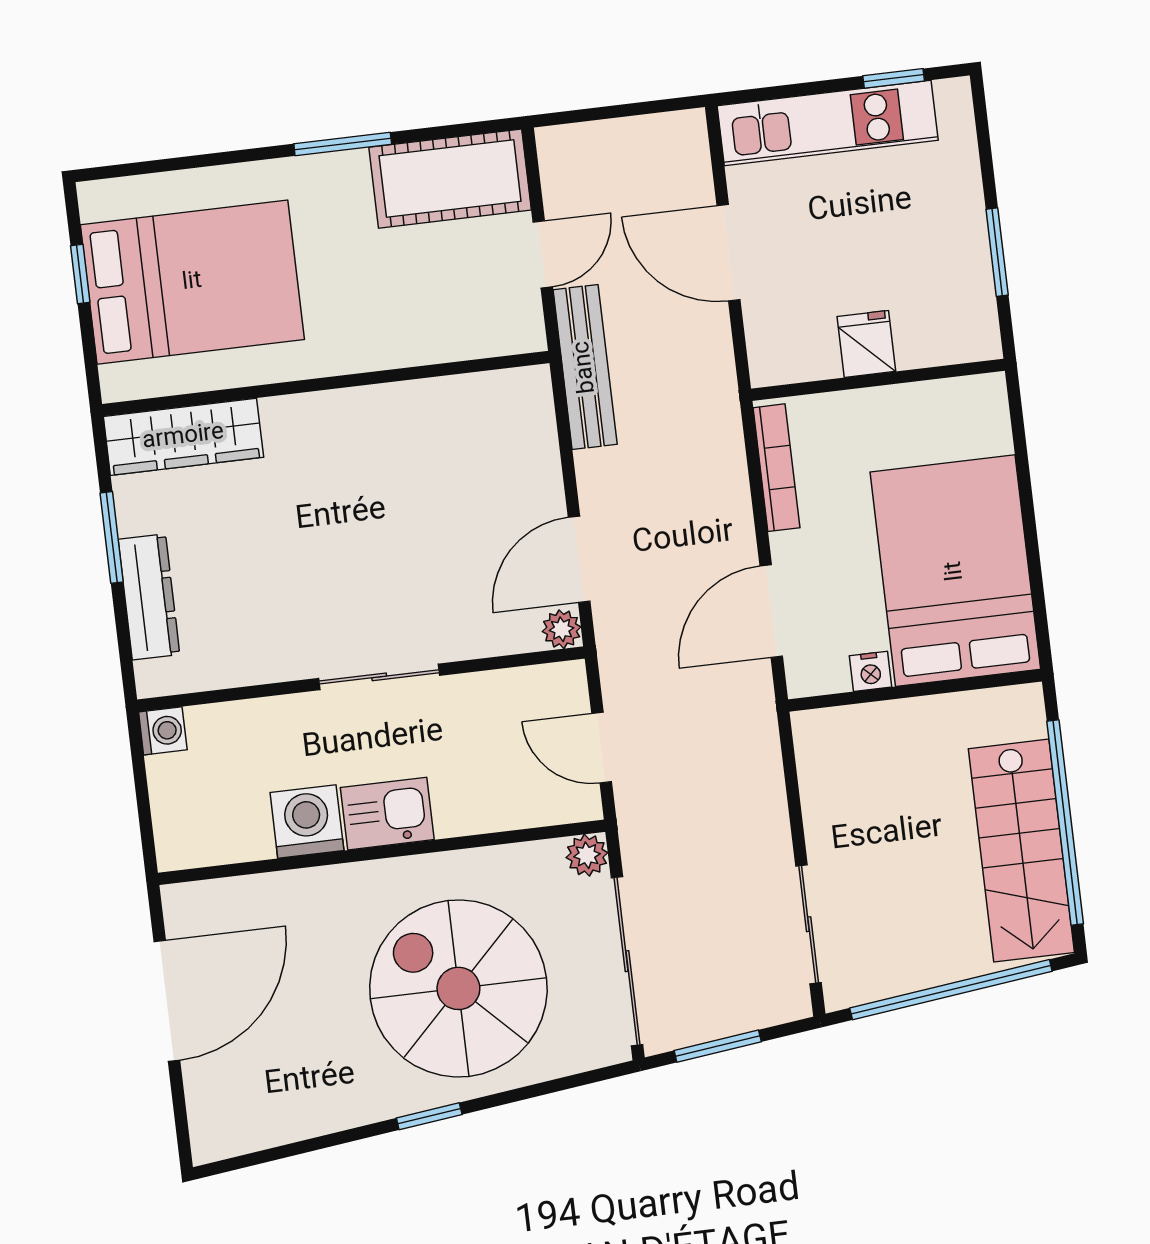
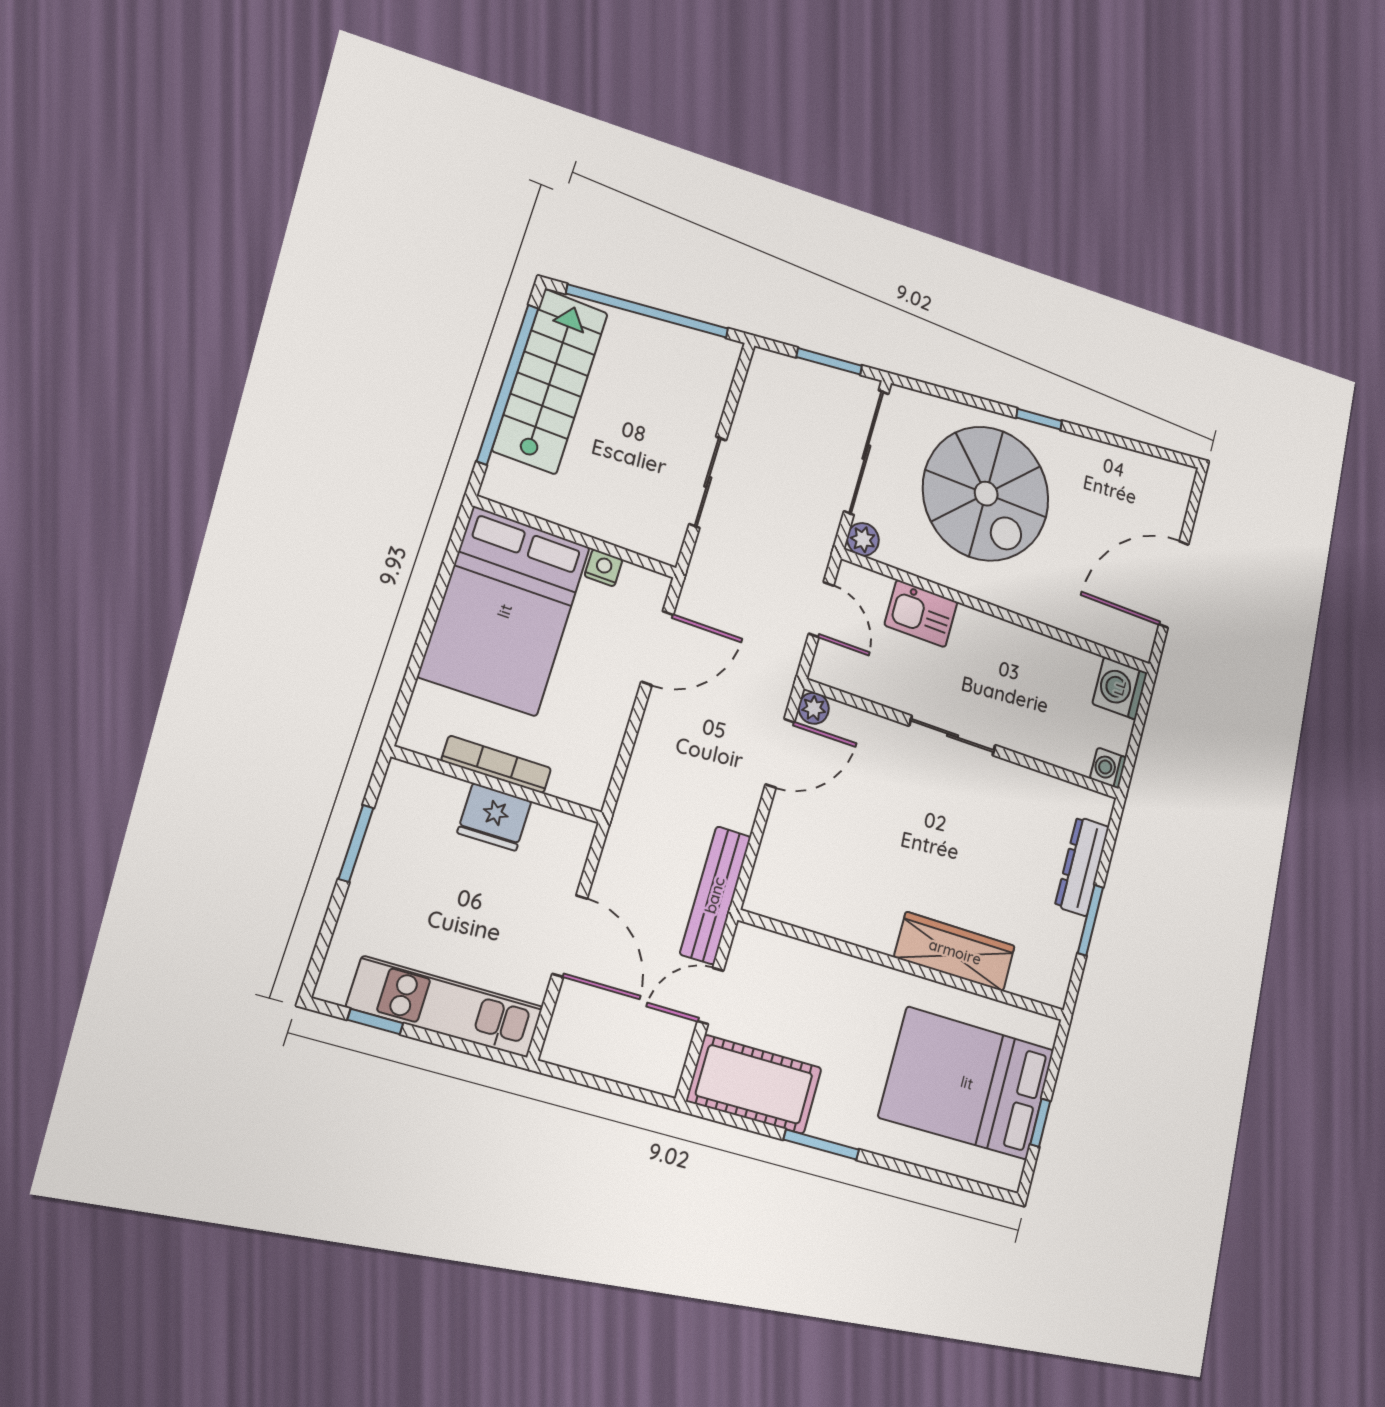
fridge: (866, 344) -> (494, 817), width x1.38
wardrobe: (183, 437) -> (955, 952), moved
bookcase: (776, 468) -> (496, 765), moved, turned 90
kitchen sink: (387, 814) -> (921, 613), moved
washing machine: (307, 821) -> (1120, 688), moved, turned 90
sliding door: (809, 924) -> (708, 482), moved

